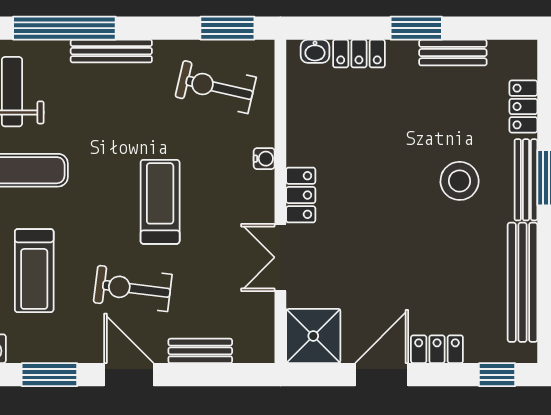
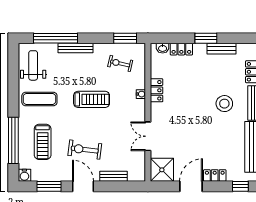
exercise bike: (216, 87) -> (120, 63), width x0.73, depth x0.72
locker: (301, 195) -> (157, 90), moved
treadmill: (160, 202) -> (92, 99), moved, turned 90

